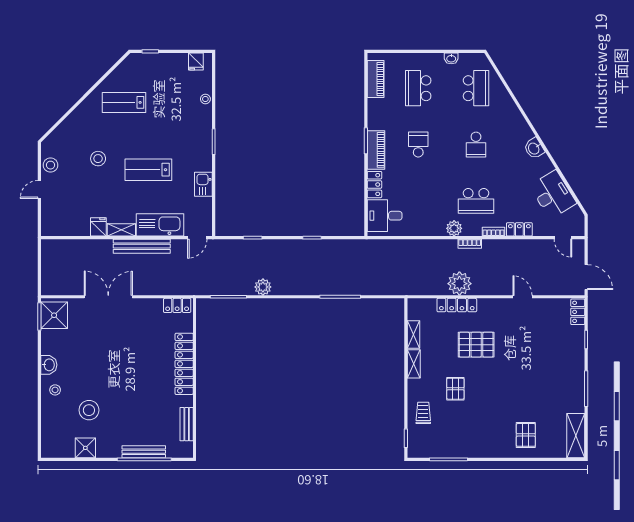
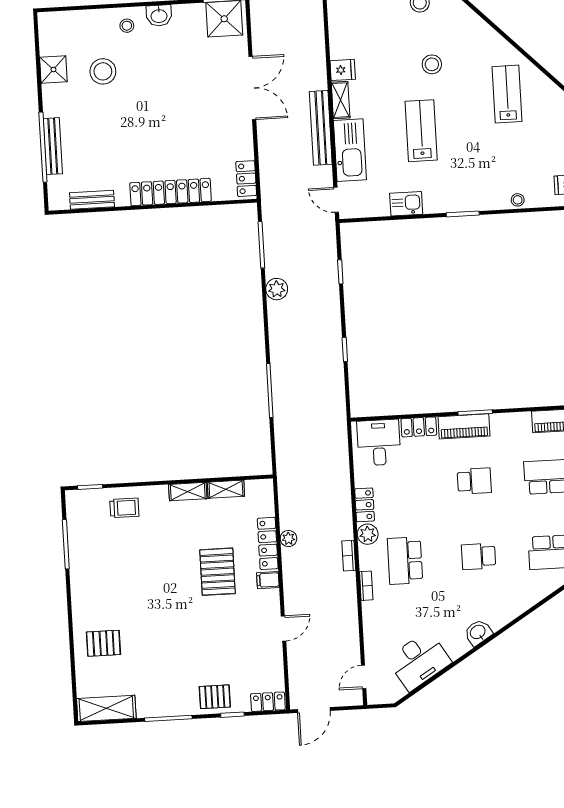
locker: (519, 229) -> (365, 505), moved
plant: (459, 284) -> (288, 539), width x0.53, depth x0.53
filing cabinet: (485, 307) -> (268, 580), added
pallet: (455, 389) -> (215, 697), moved

